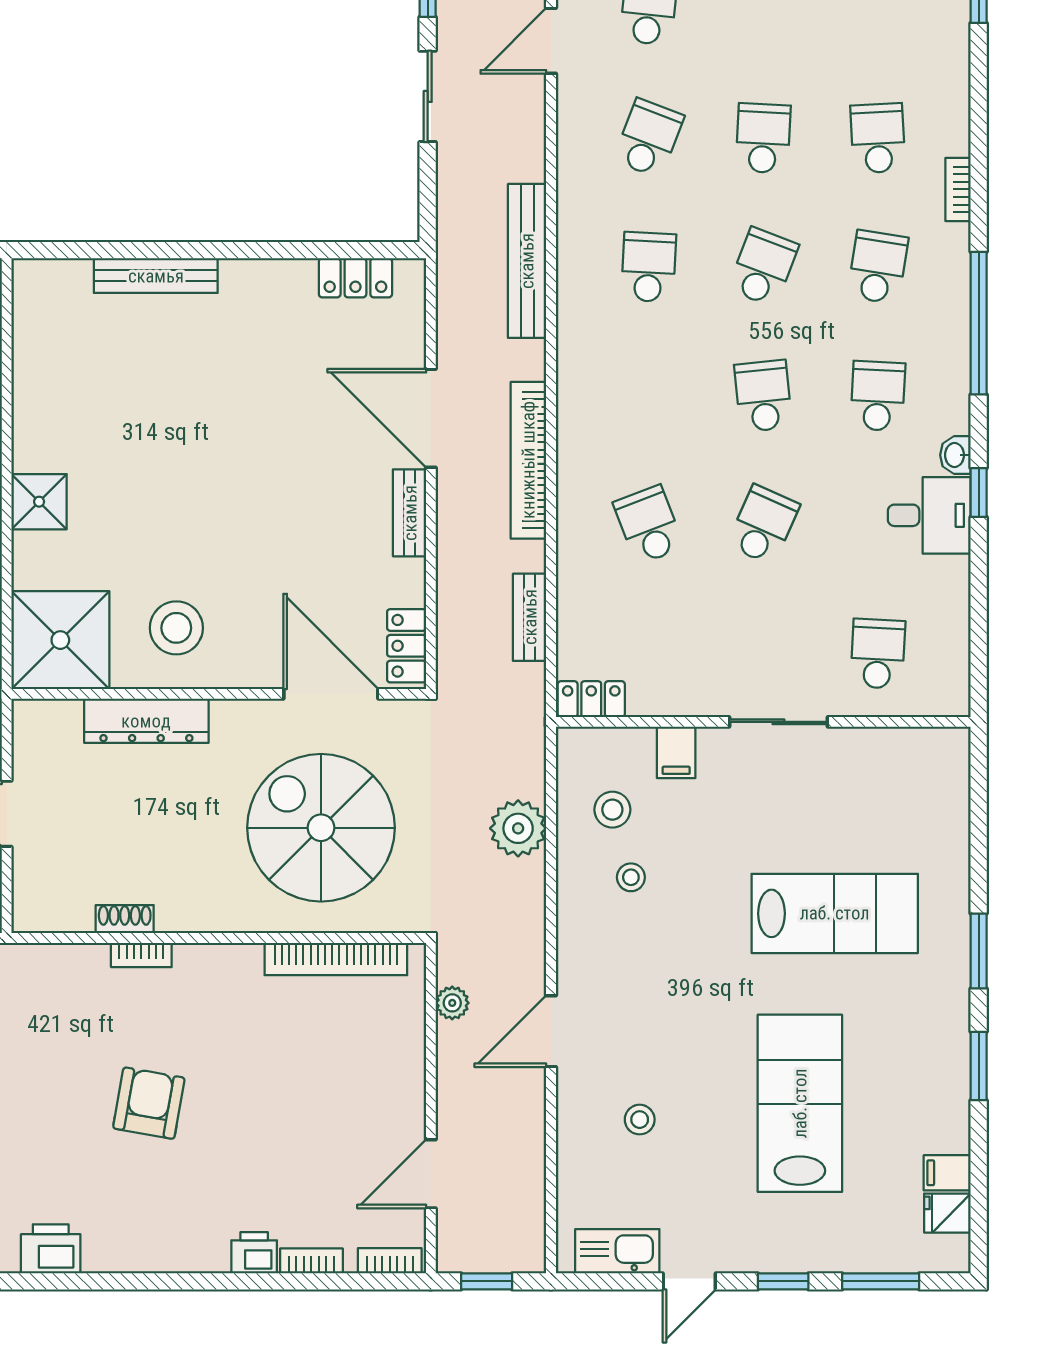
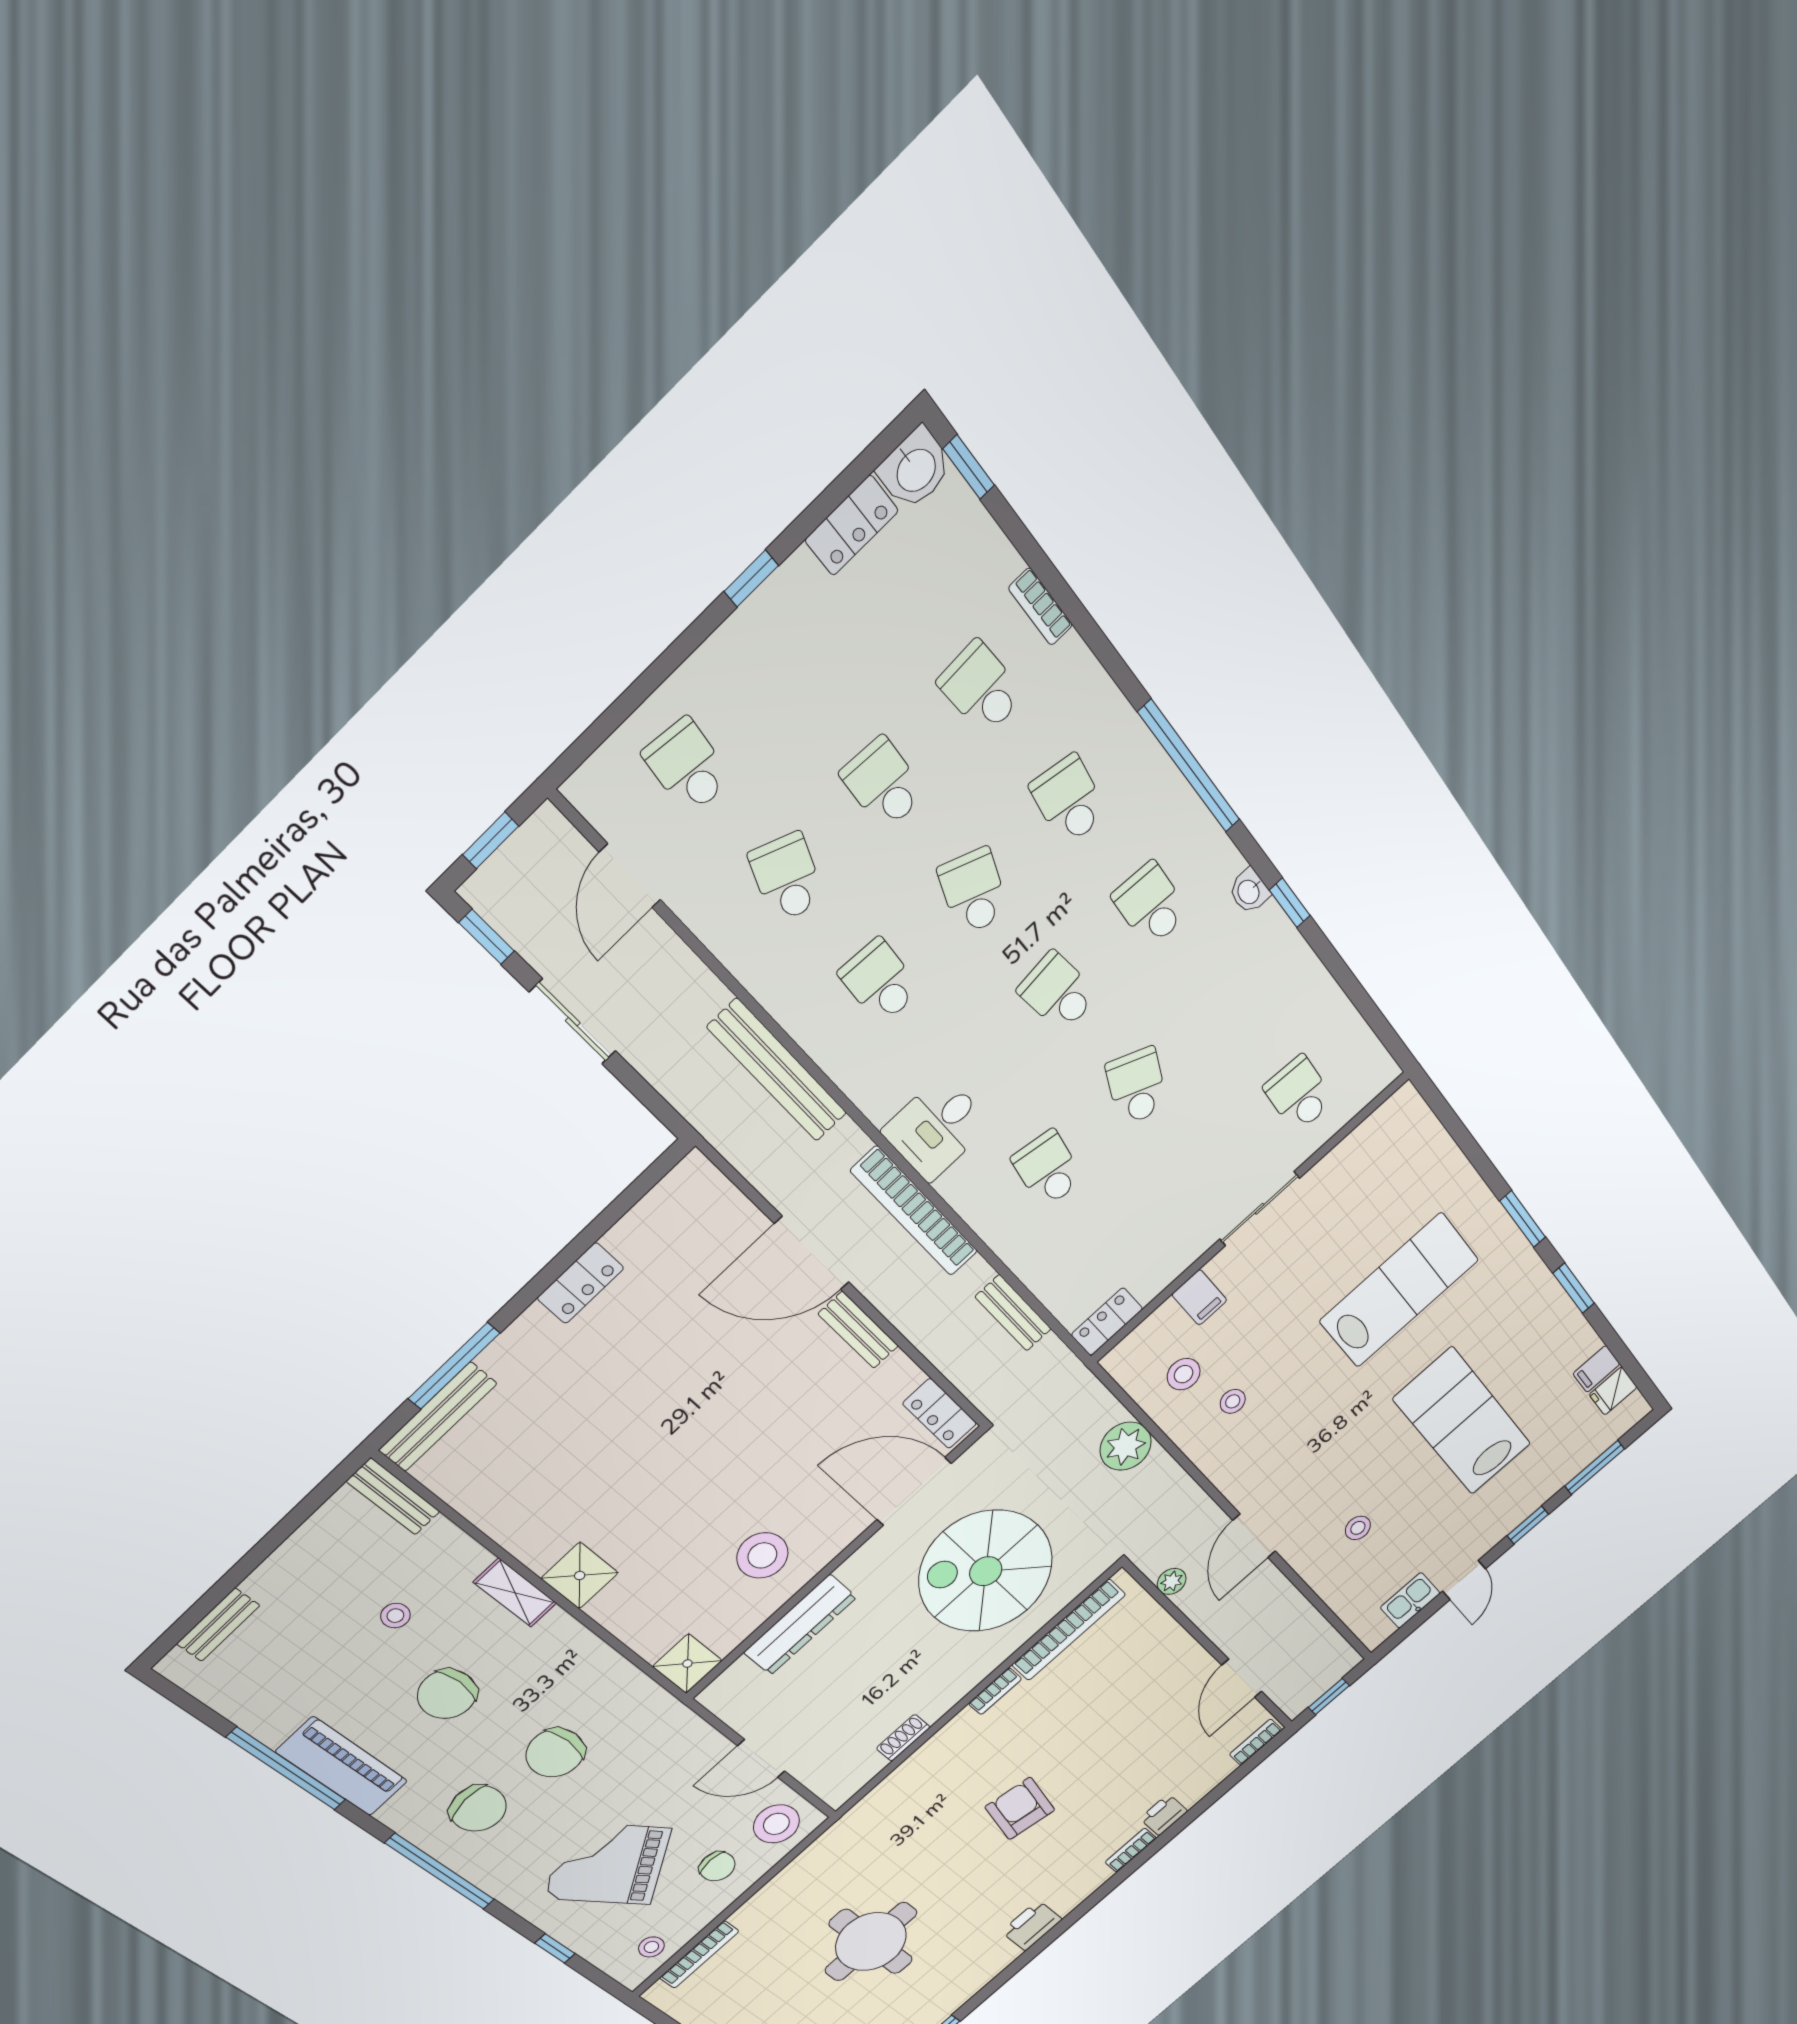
bookcase: (958, 189) -> (1040, 607), moved
window: (121, 250) -> (454, 1366), added
bench: (156, 276) -> (438, 1417), moved
locker: (355, 278) -> (581, 1283), moved
desk: (929, 515) -> (936, 1128), moved, turned 180
school desk: (649, 525) -> (1048, 1169), turned 30
shower: (60, 640) -> (687, 1664), width x0.54, depth x0.54
bookcase: (141, 955) -> (995, 1691), moved
kitchen sink: (617, 1251) -> (1410, 1600), width x0.73
bookcase: (311, 1261) -> (1131, 1850), moved

